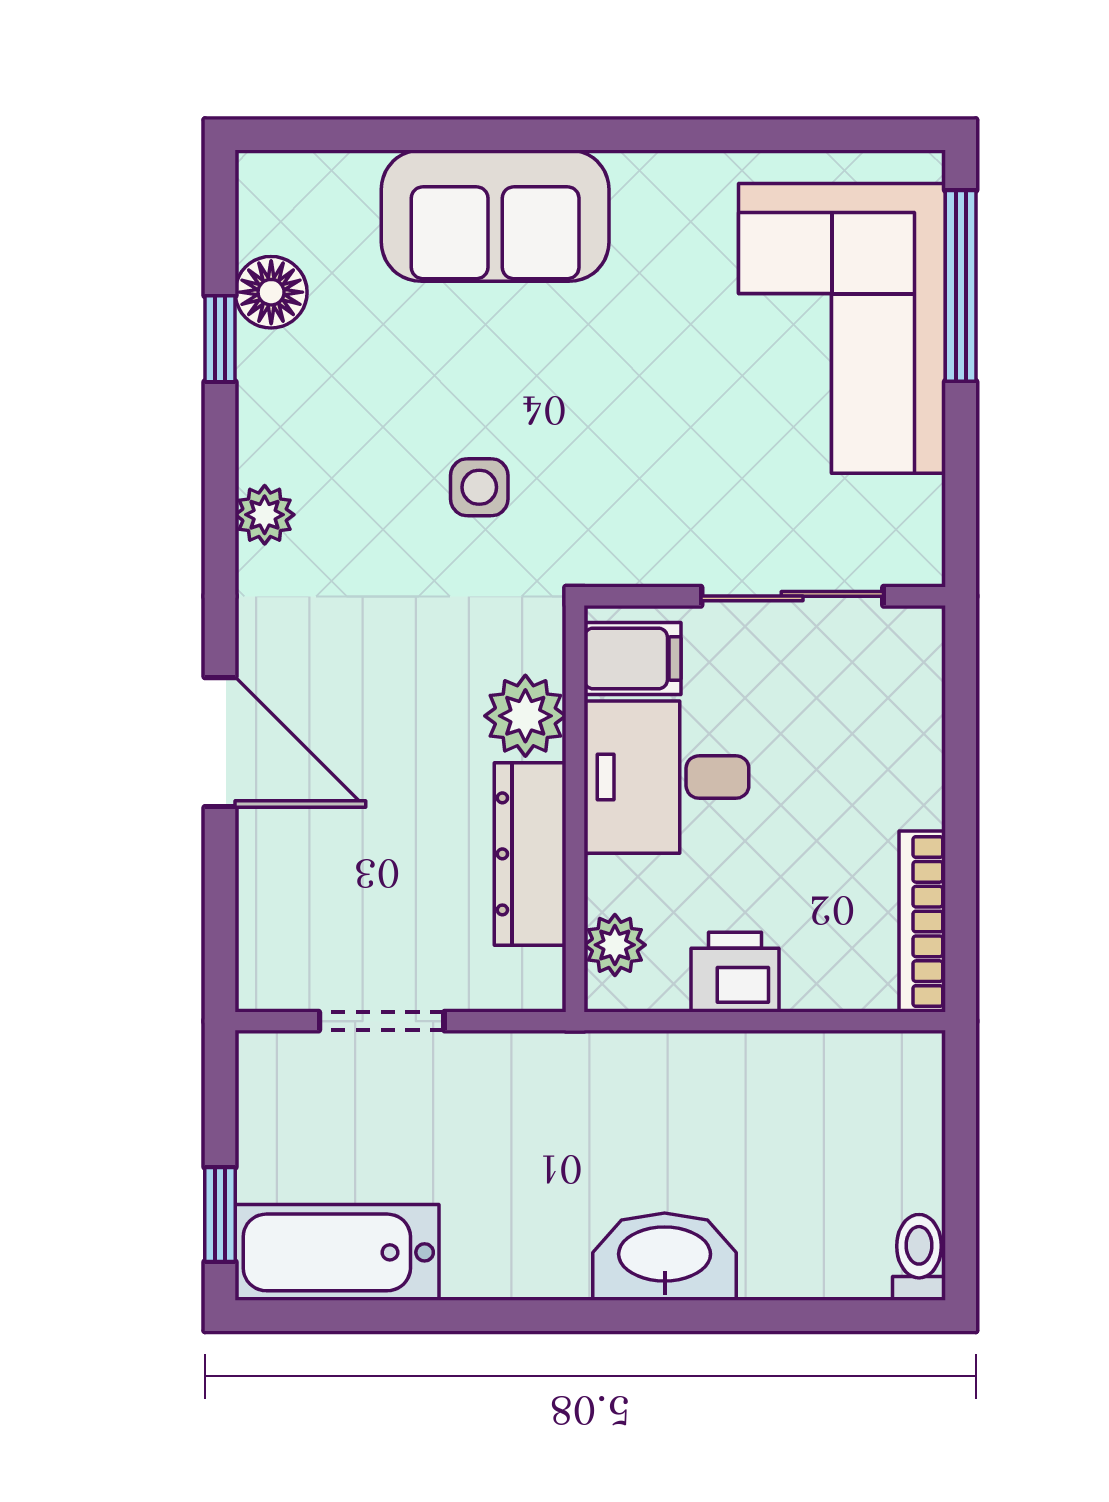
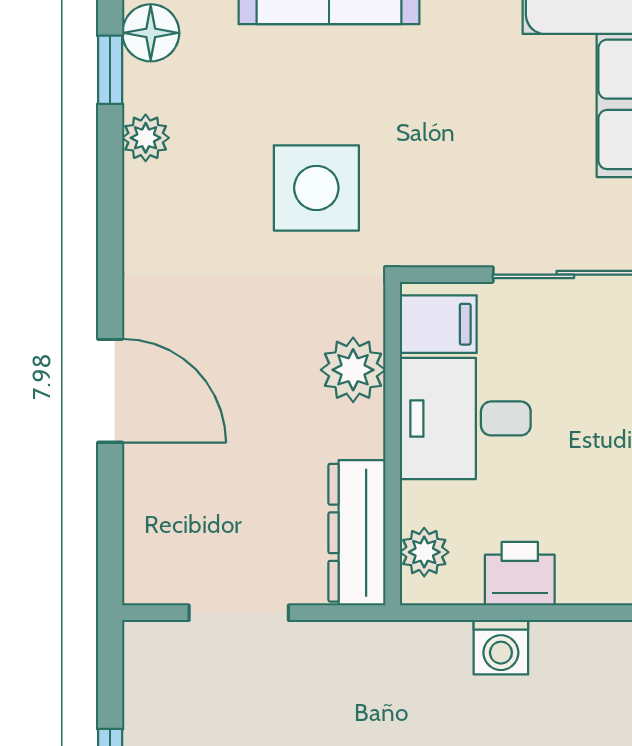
side table: (479, 487) -> (316, 188), width x1.87, depth x1.87
plant: (265, 515) -> (146, 138), moved
dresser: (530, 854) -> (357, 533), moved
washing machine: (711, 1065) -> (501, 647), added

